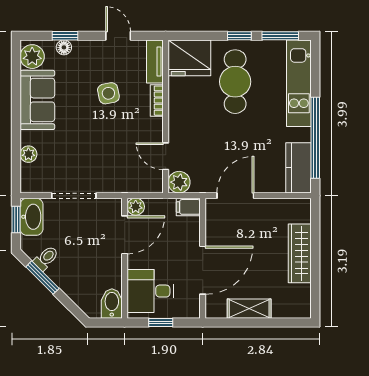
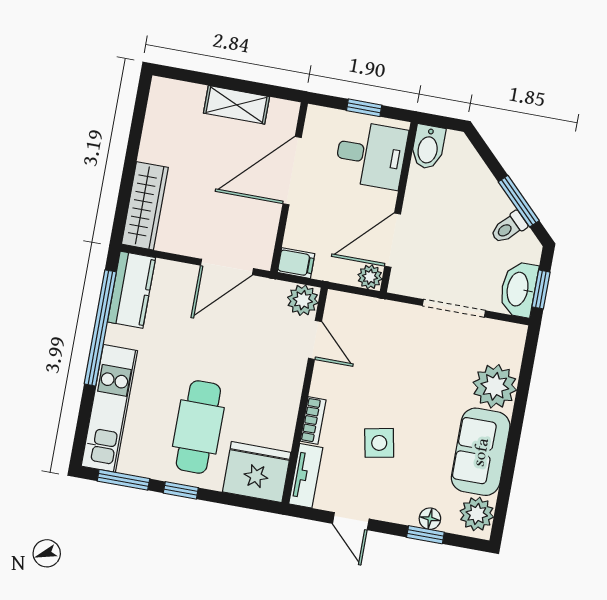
plant: (28, 154) -> (495, 386), width x1.87, depth x1.87
wardrobe: (300, 253) -> (145, 206), moved

